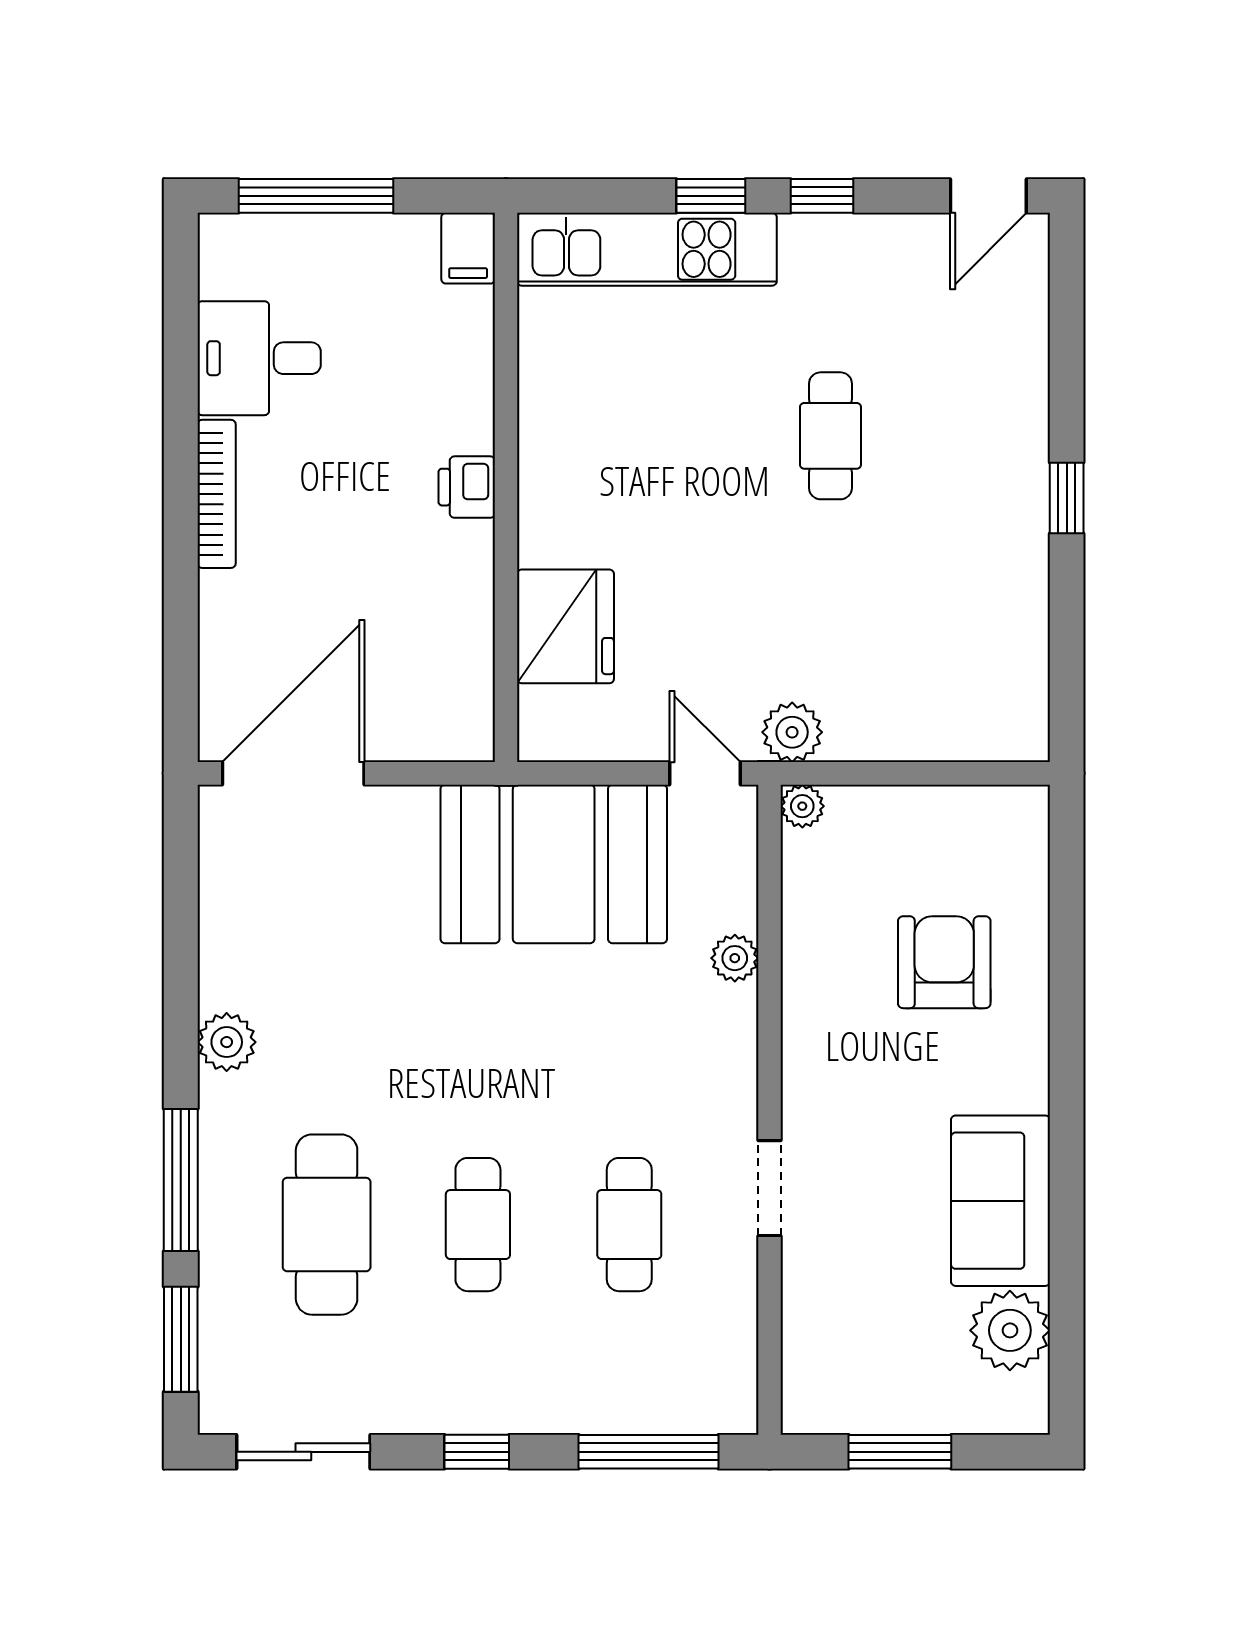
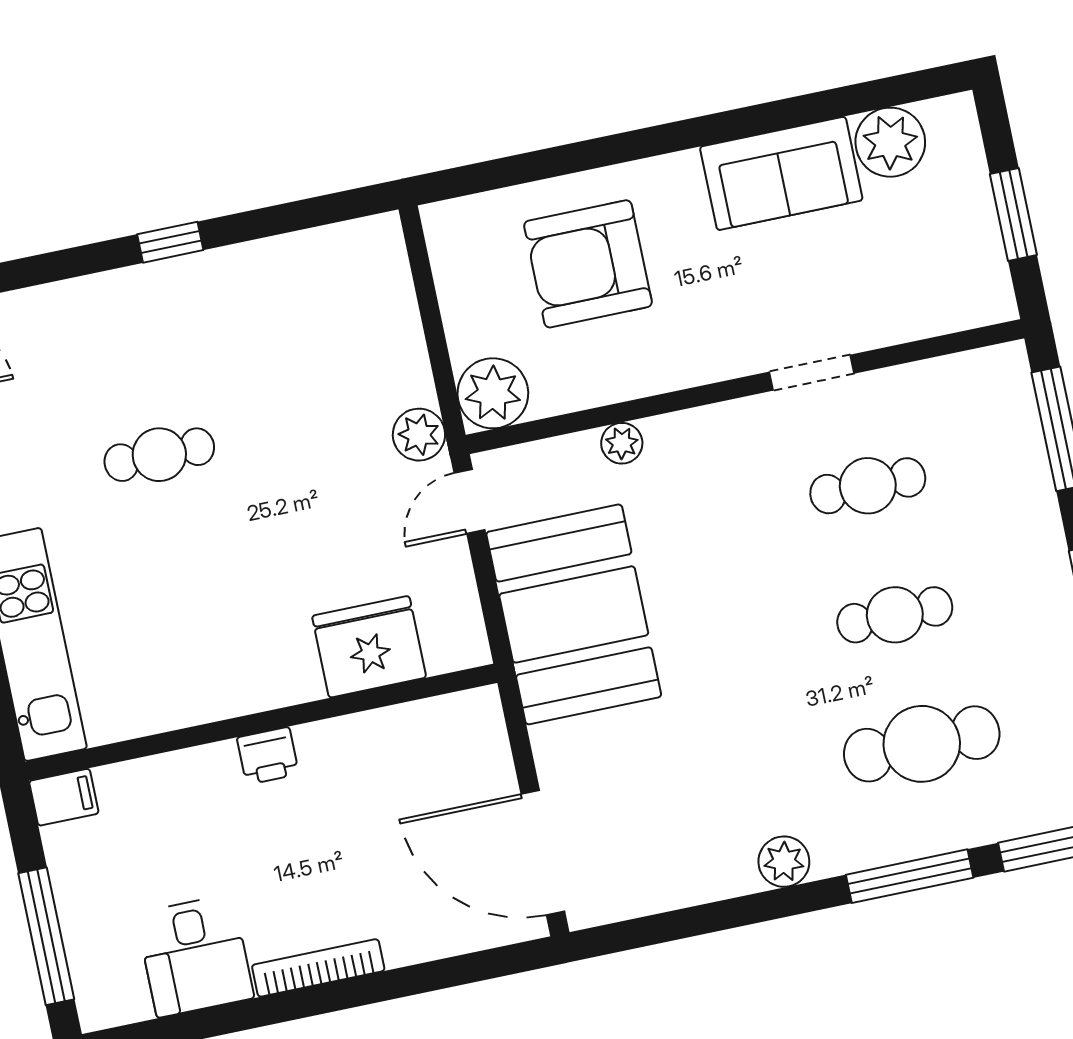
plant: (802, 806) -> (493, 393), width x1.88, depth x1.88
armchair: (944, 962) -> (588, 264), width x1.36, depth x1.36

